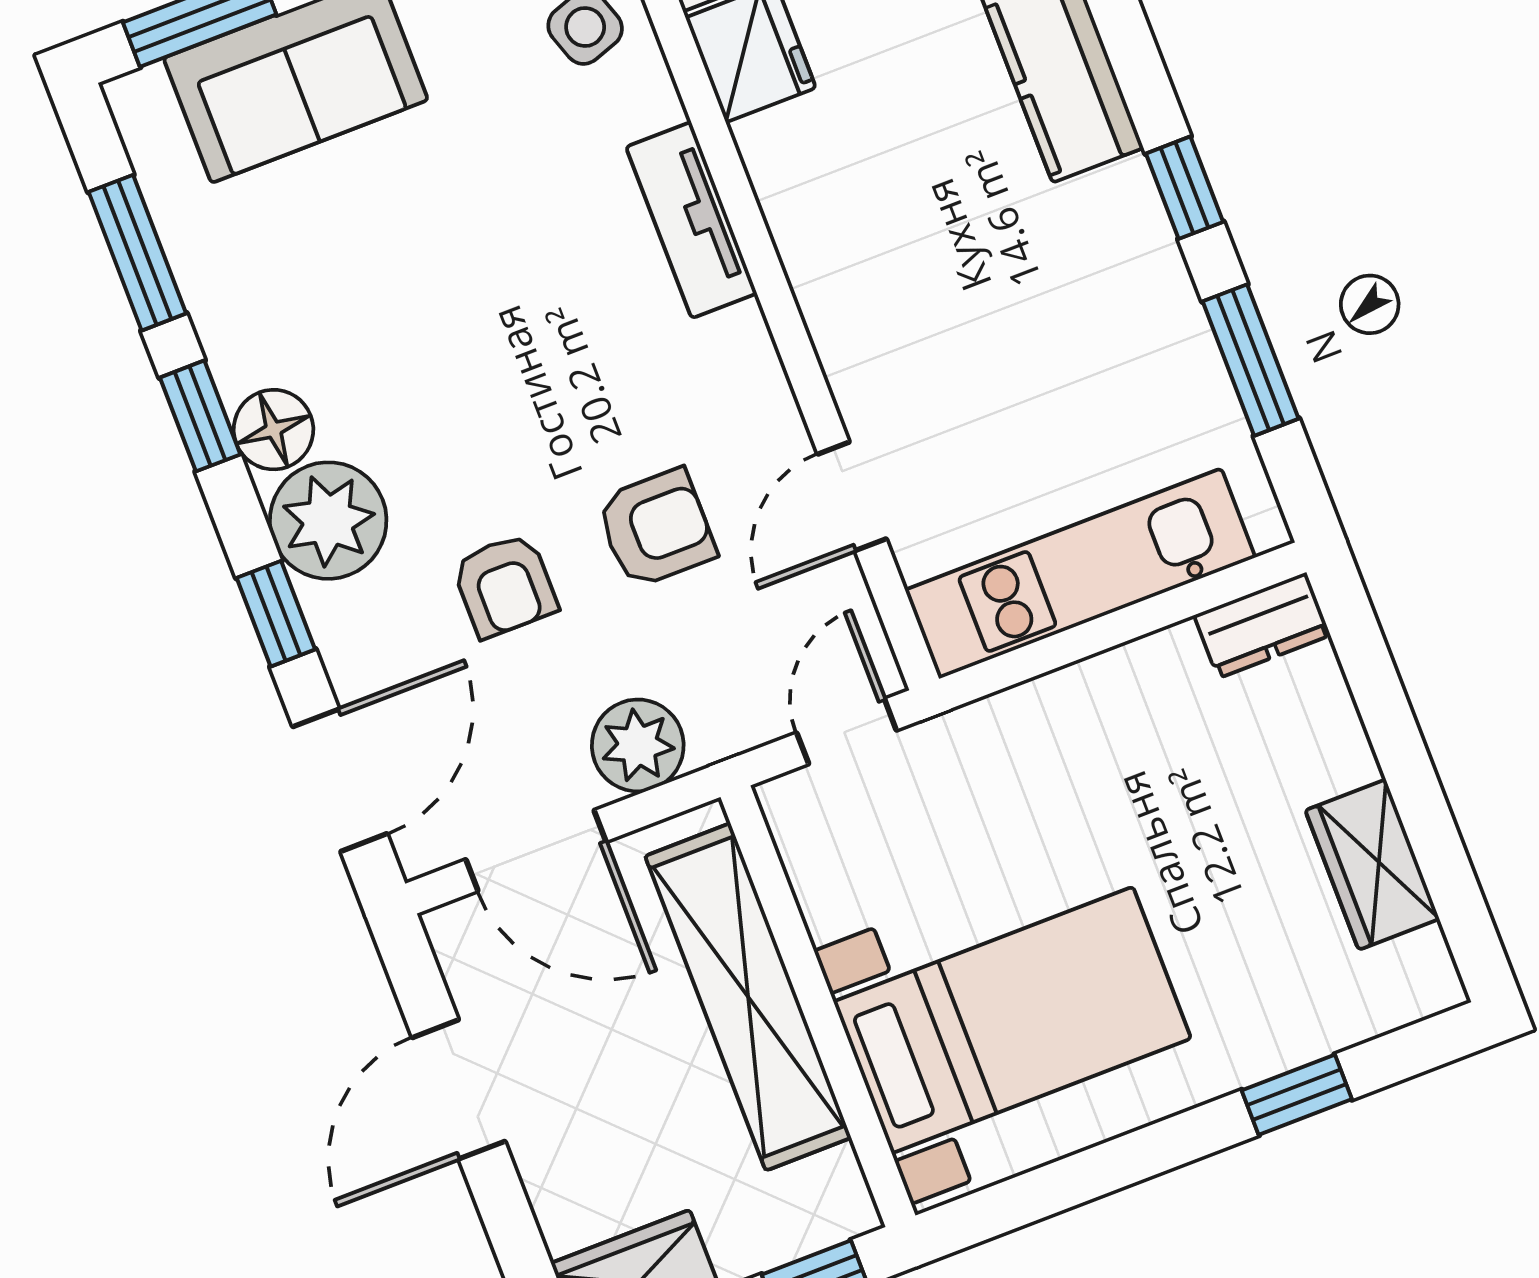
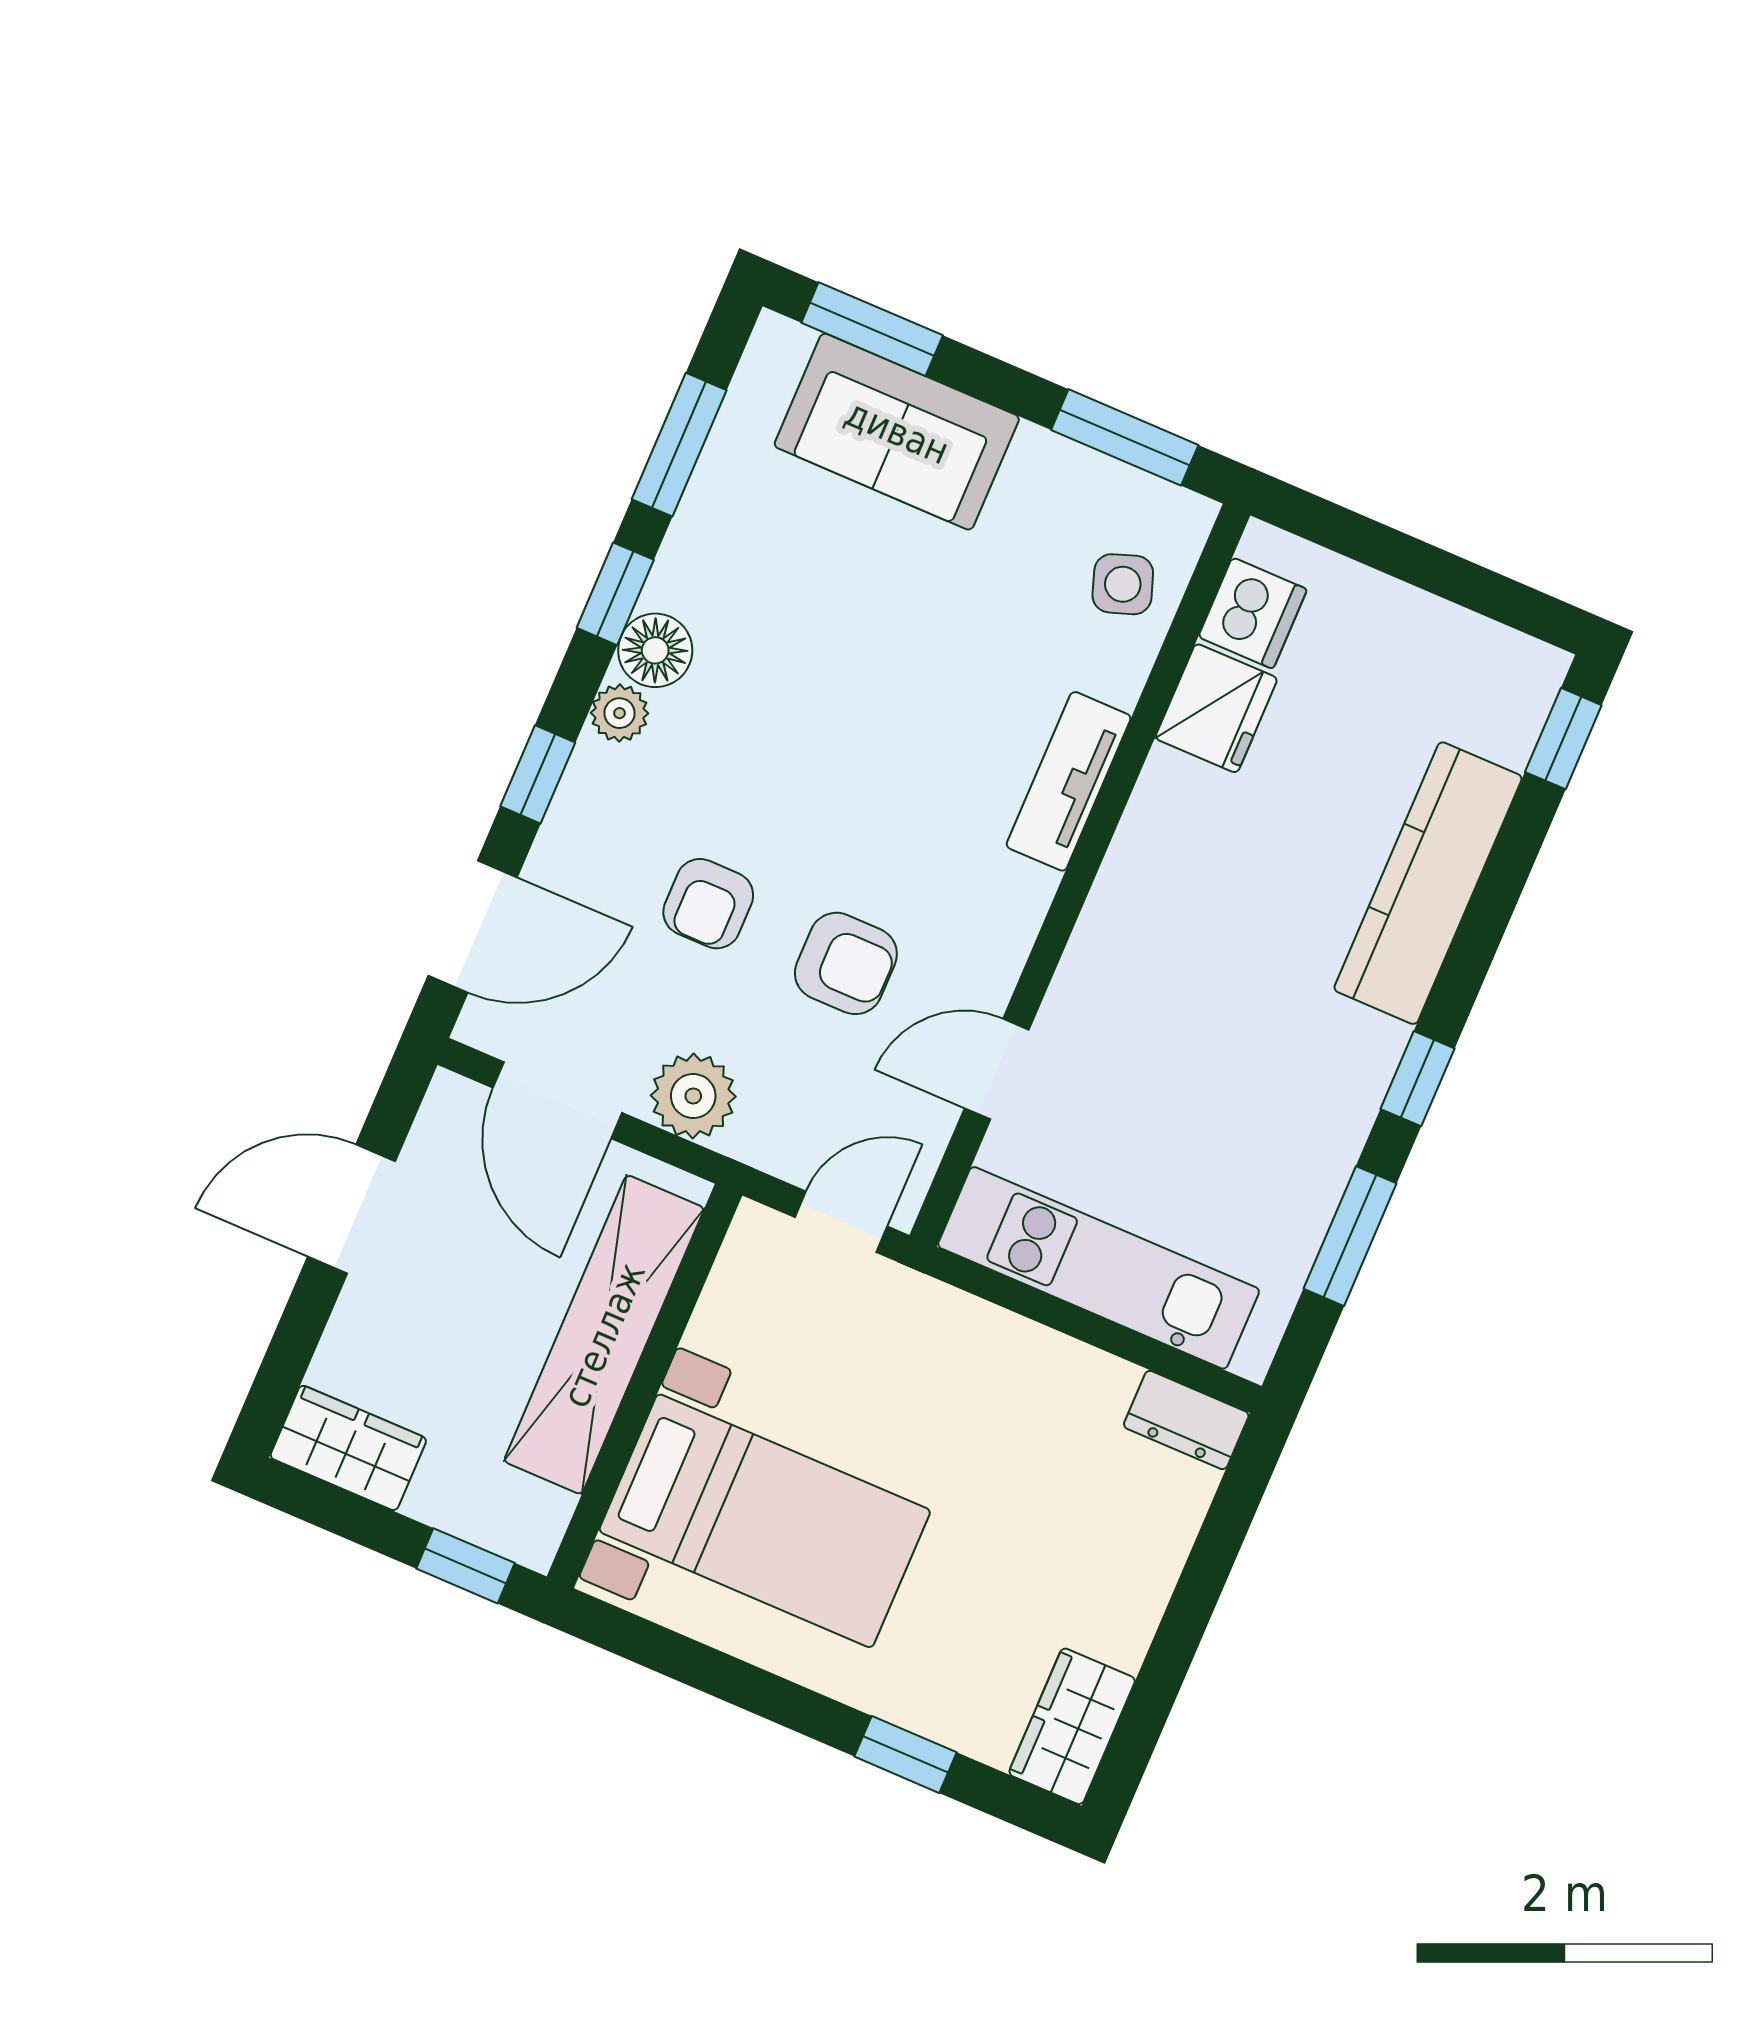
plant: (328, 521) -> (620, 713), width x0.53, depth x0.53
wardrobe: (1372, 865) -> (1072, 1726), moved

